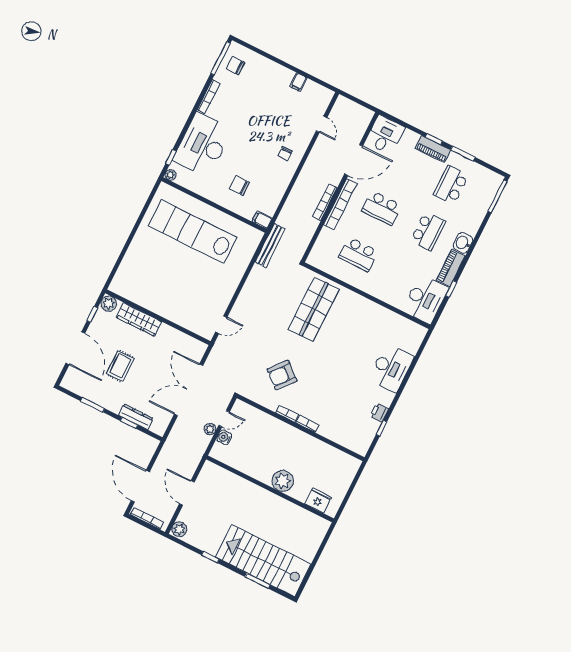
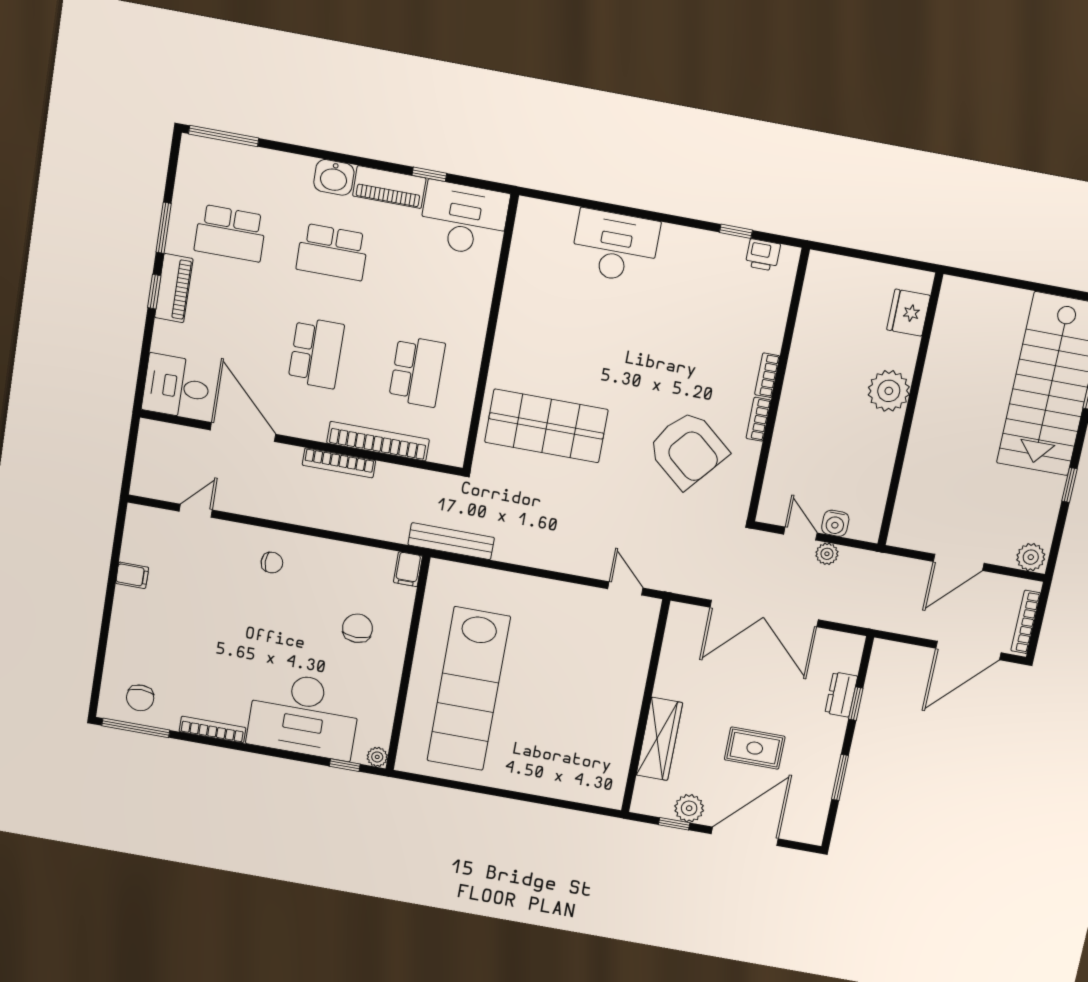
chair: (239, 186) -> (357, 628), turned 180
bookcase: (340, 204) -> (378, 441), moved
school desk: (428, 231) -> (332, 252), turned 180
plant: (109, 304) -> (689, 808), moved
armchair: (282, 375) -> (688, 450), width x1.36, depth x1.36
printer: (379, 412) -> (763, 255), moved
dresser: (136, 417) -> (841, 694), width x0.70

